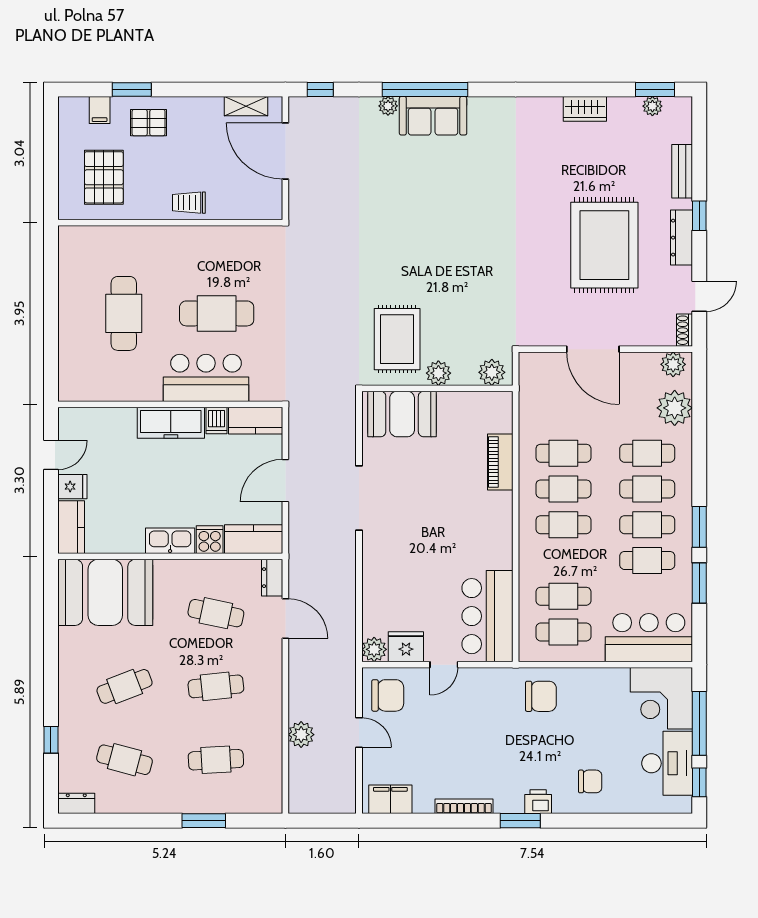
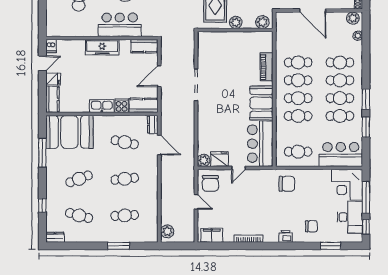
plant: (675, 408) -> (358, 36), width x0.53, depth x0.53
booth: (402, 414) -> (261, 103), moved, turned 90
dishwasher: (216, 420) -> (51, 46), moved
cafe table: (563, 596) -> (298, 116), moved
window: (51, 634) -> (42, 153), added
chair: (388, 695) -> (210, 183), turned 90
plant: (301, 735) -> (167, 231), moved
window: (520, 821) -> (331, 246), moved

